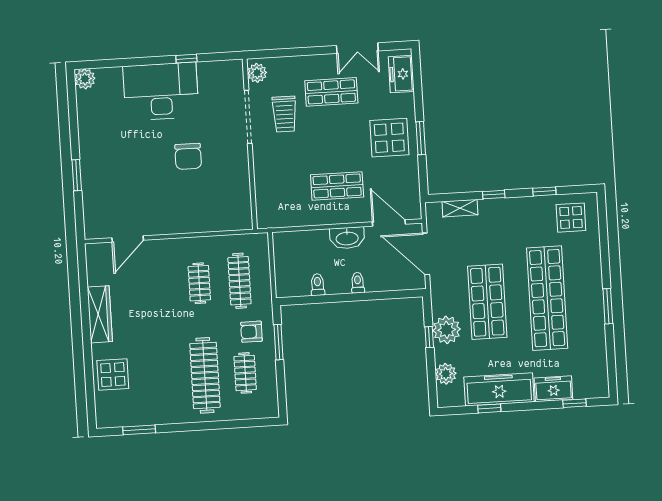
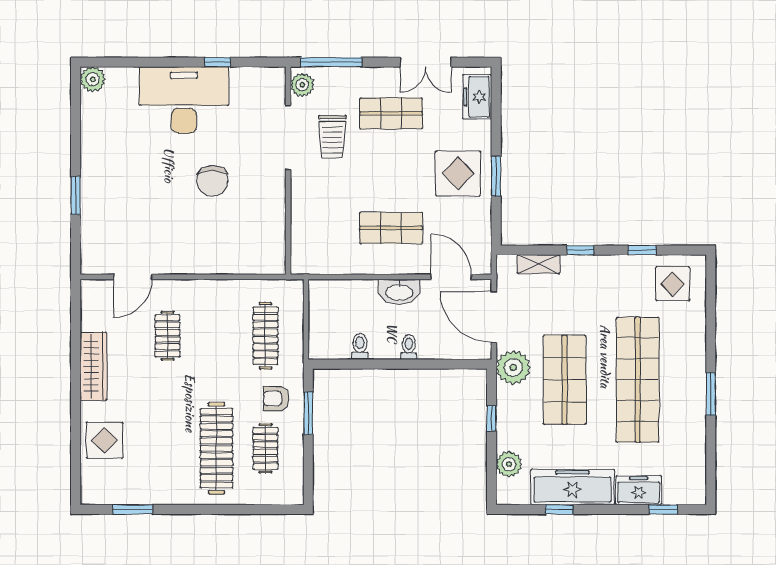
window: (280, 53) -> (331, 62), added
clothes rail: (199, 283) -> (167, 336), moved
plant: (447, 330) -> (513, 367), moved

